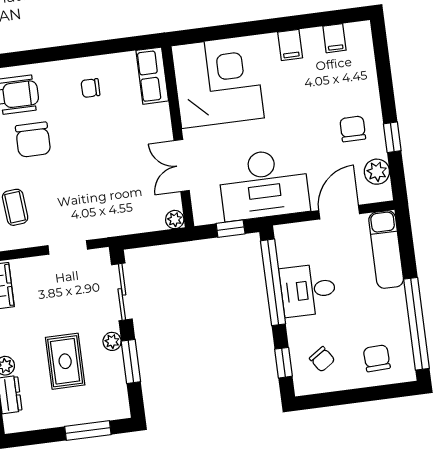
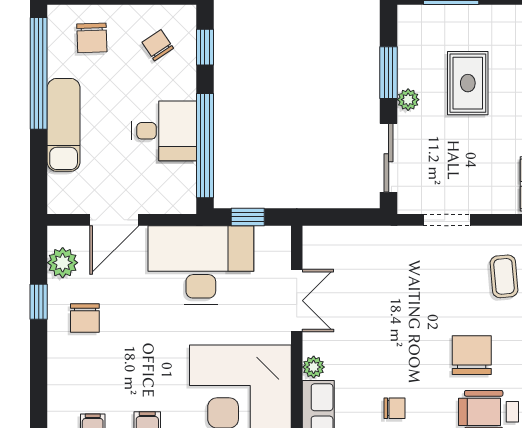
plant: (175, 220) -> (314, 367), moved
exam couch: (386, 250) -> (64, 125), moved

